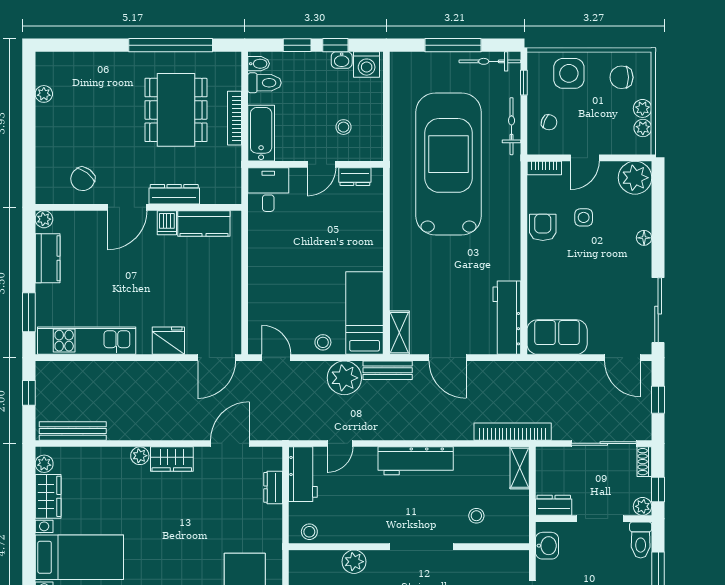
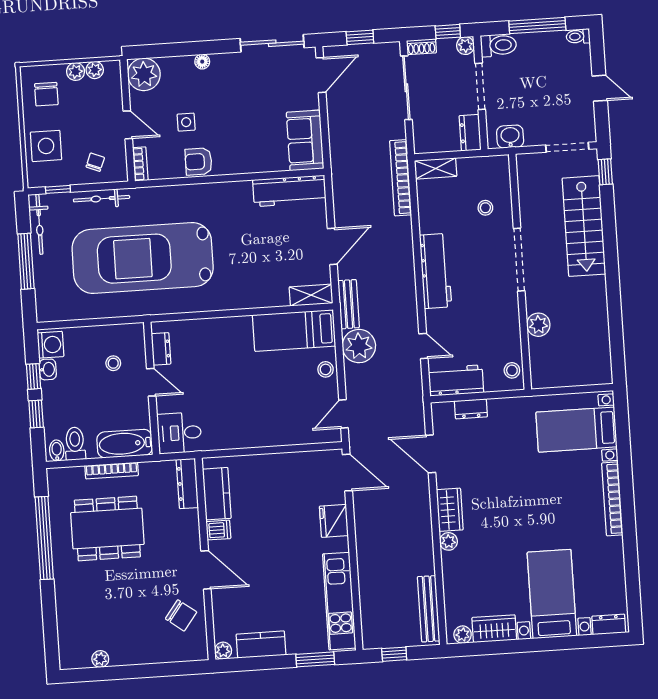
dresser: (174, 194) -> (187, 483), moved

